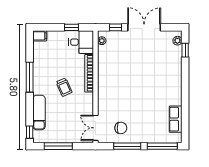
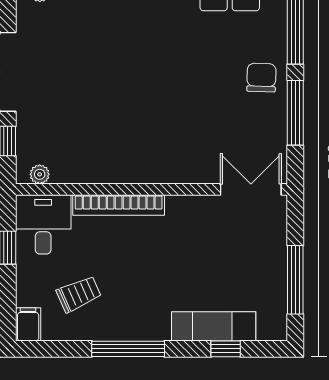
trolley: (64, 87) -> (79, 294), moved
double door: (96, 128) -> (251, 189), swing flipped
chair: (121, 128) -> (261, 78), moved
window: (30, 132) -> (226, 349), moved

